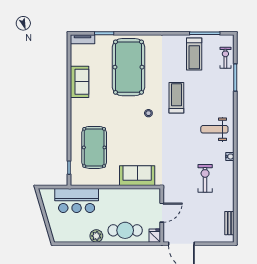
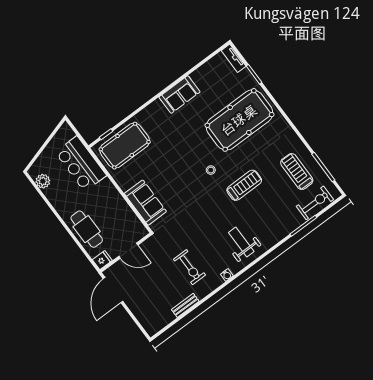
treadmill: (194, 54) -> (297, 172), turned 90
exercise bike: (225, 58) -> (315, 203), width x1.38, depth x1.39
sofa: (80, 82) -> (179, 94), moved
pool table: (94, 147) -> (125, 146), moved
exercise bike: (205, 178) -> (189, 267), turned 90
bench: (229, 223) -> (185, 305), moved
plant: (96, 236) -> (43, 181), moved

